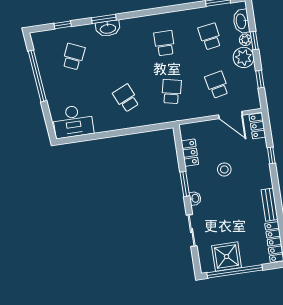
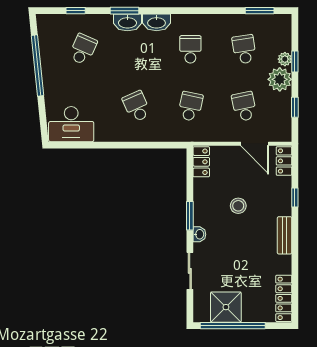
washbasin: (241, 21) -> (157, 22), moved, turned -90
locker: (190, 153) -> (201, 162), moved
bench: (269, 205) -> (285, 235), moved

